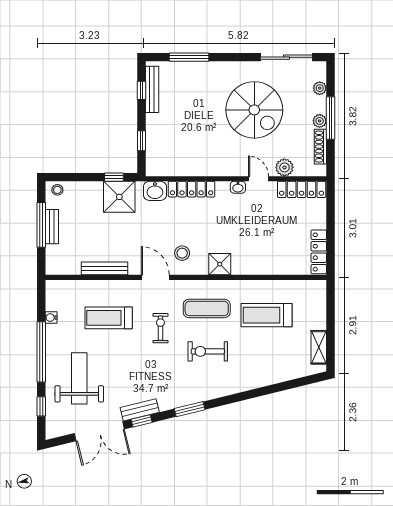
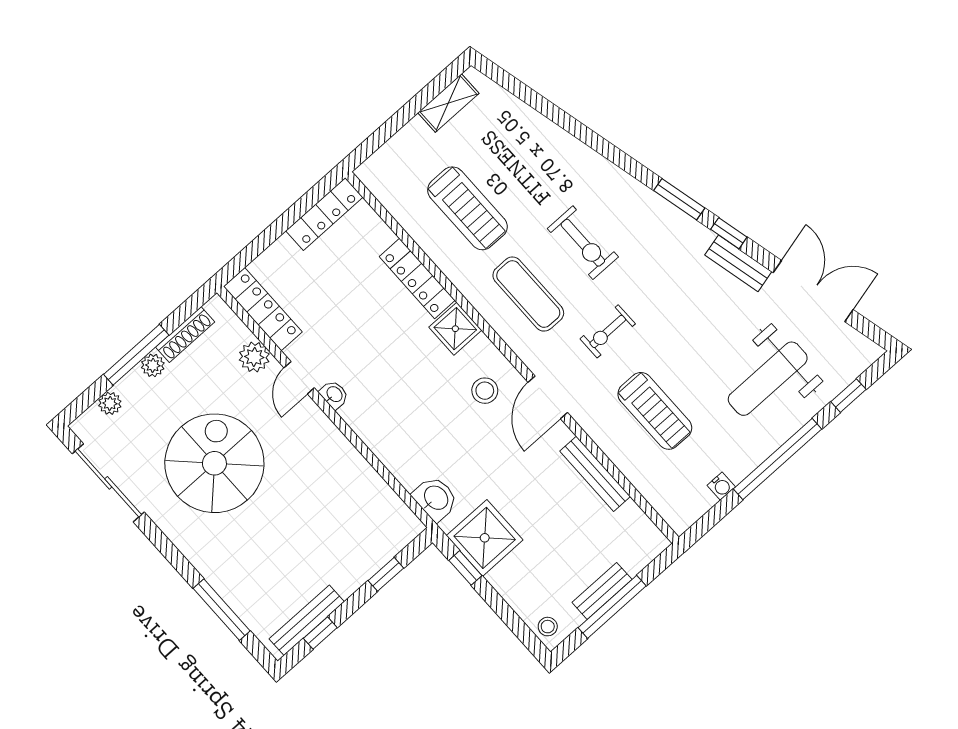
locker: (192, 189) -> (417, 278), moved, turned 180
window: (142, 421) -> (729, 233), moved

